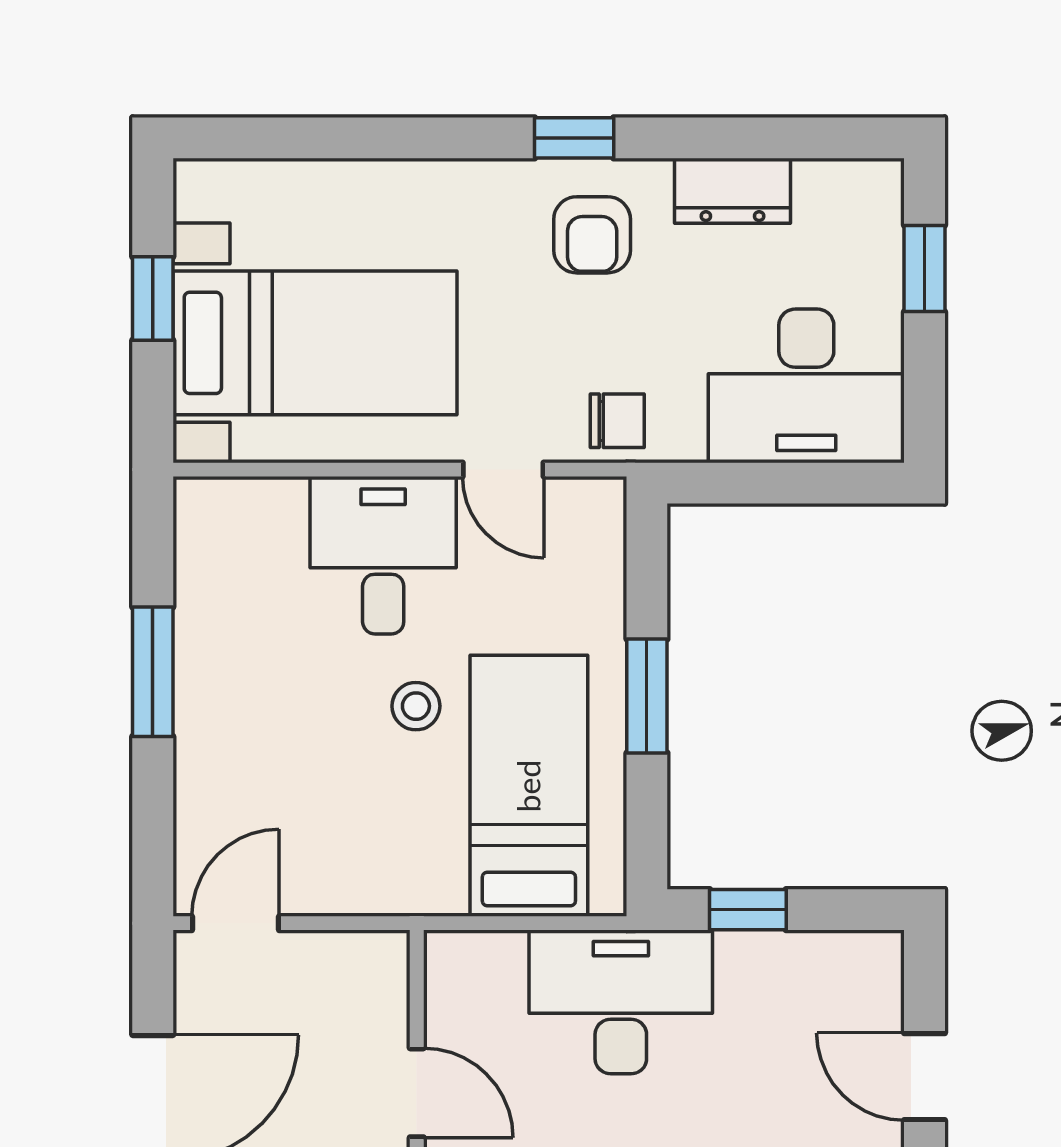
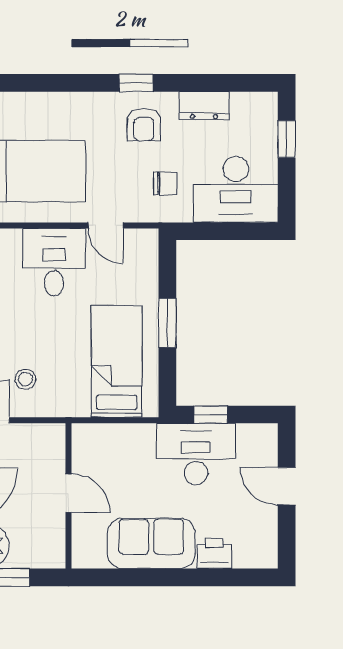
chair: (617, 421) -> (165, 183), moved
stool: (416, 706) -> (25, 379), moved
desk: (621, 1002) -> (196, 454), moved

